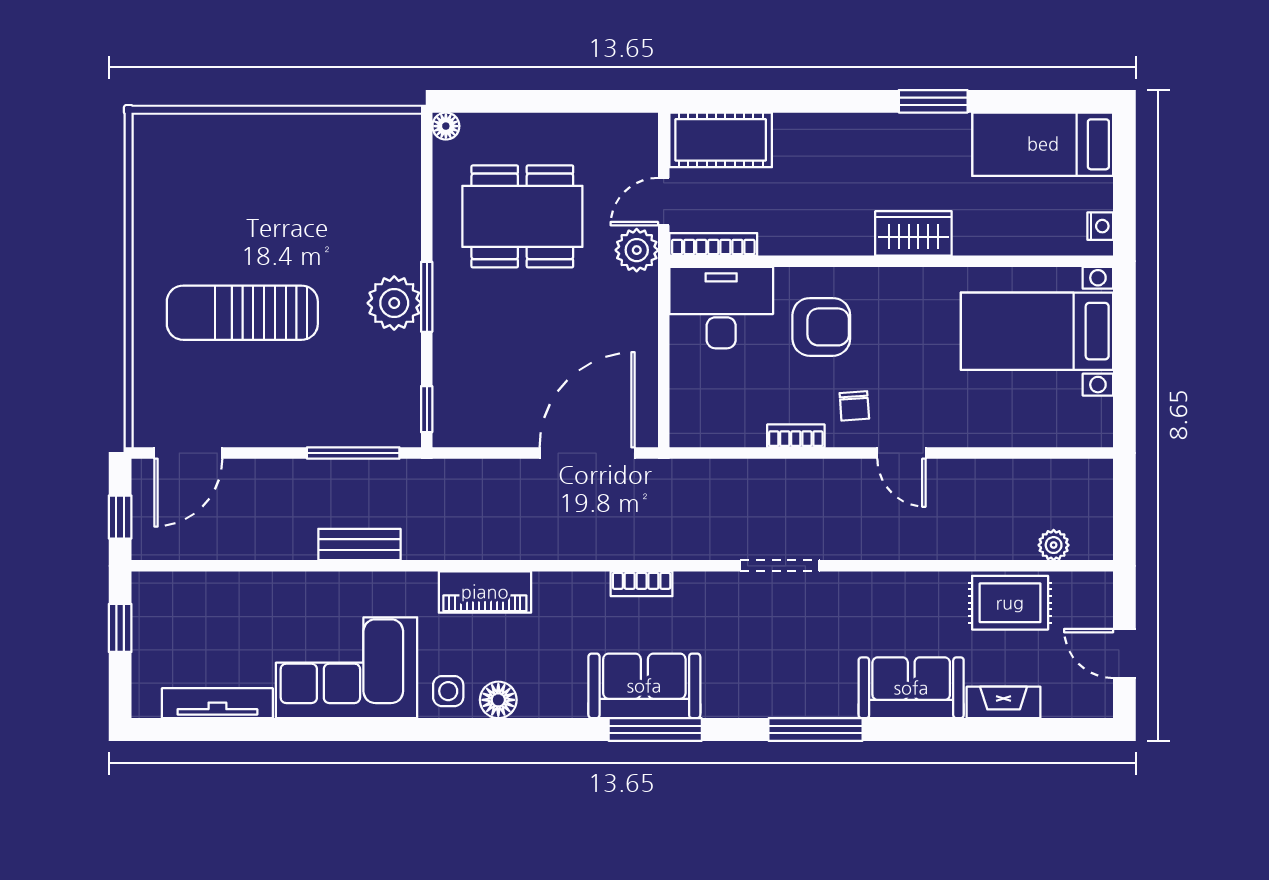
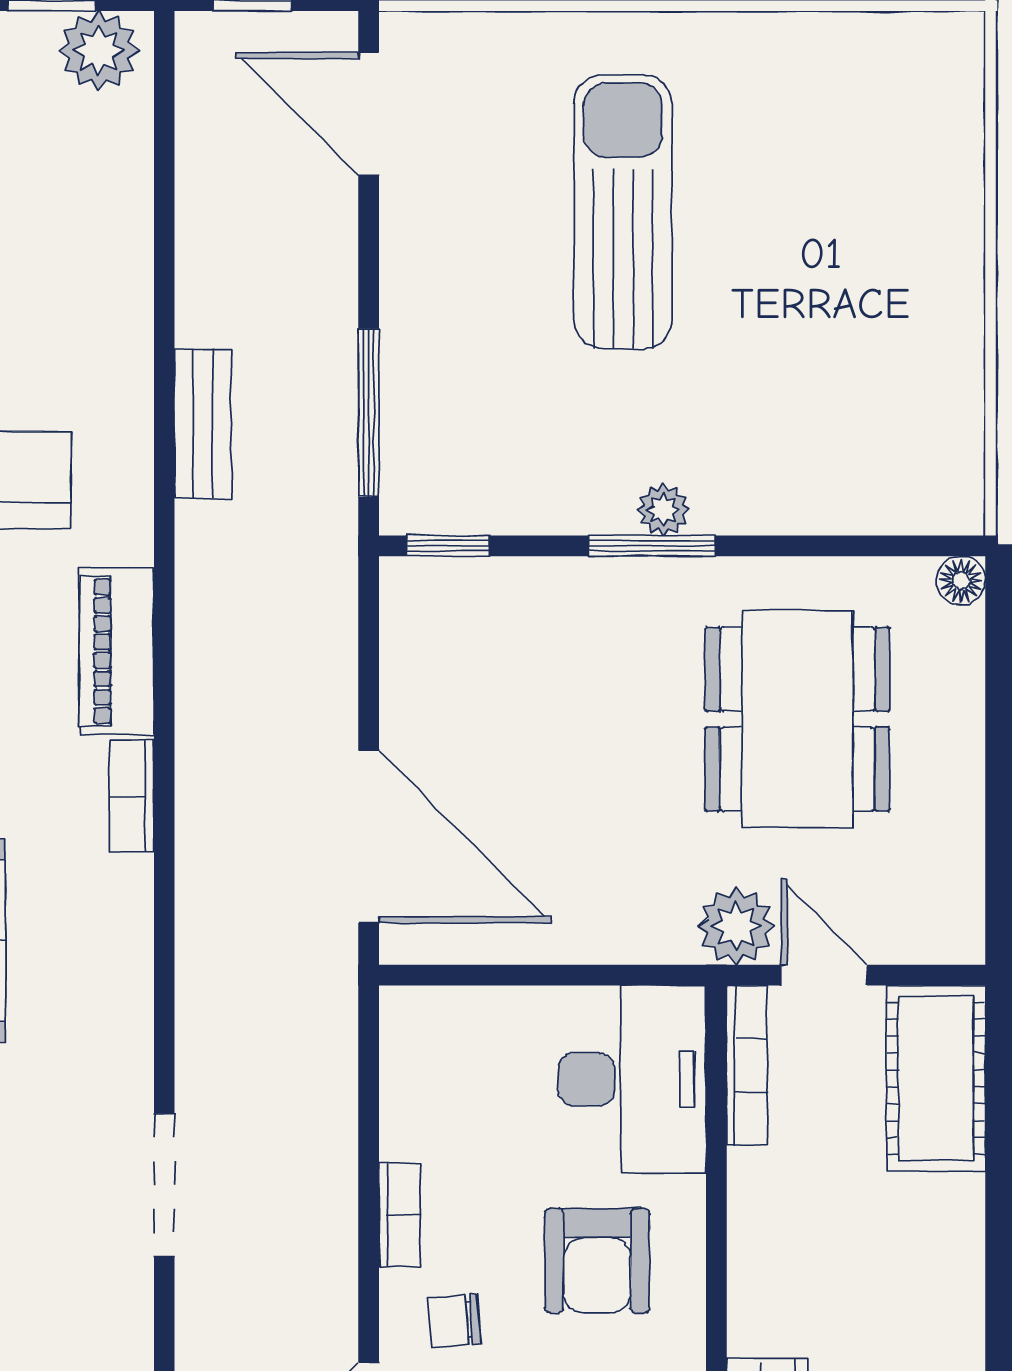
plant: (394, 303) -> (663, 510), width x0.53, depth x0.53
bookcase: (642, 584) -> (132, 796), moved
plant: (153, 602) -> (99, 51), added

